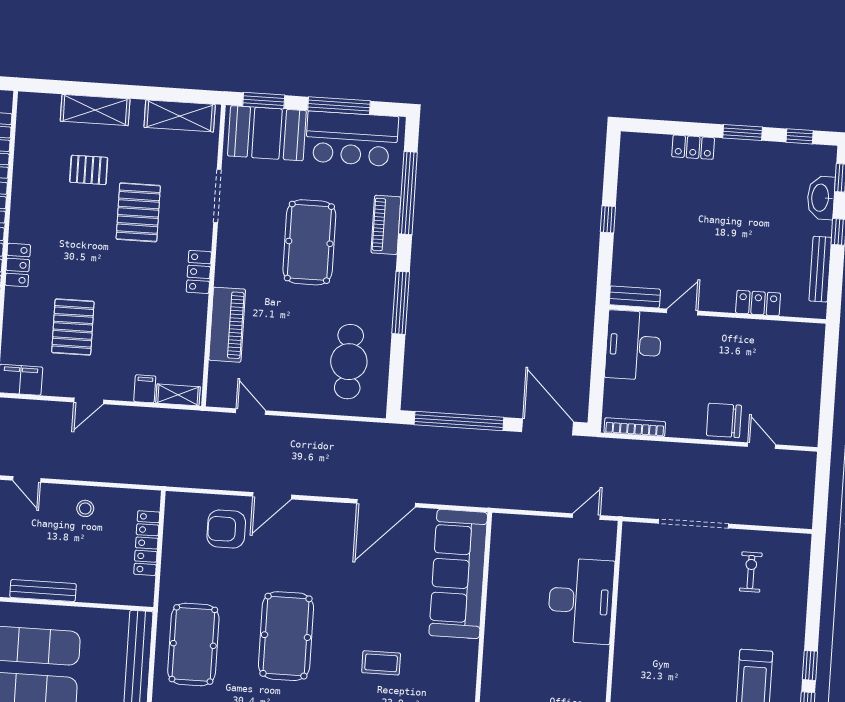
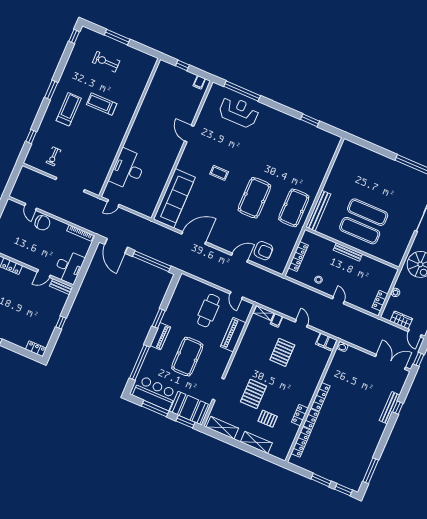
locker: (693, 147) -> (36, 349), moved
piano: (386, 225) -> (160, 336), moved
locker: (18, 265) -> (300, 415), moved
locker: (199, 272) -> (237, 361), removed
window: (401, 303) -> (159, 318), width x0.69
pallet: (73, 327) -> (282, 352), moved
cafe table: (349, 362) -> (208, 311), moved
door: (89, 401) -> (301, 323), hinge flipped
window: (810, 665) -> (31, 137), moved

